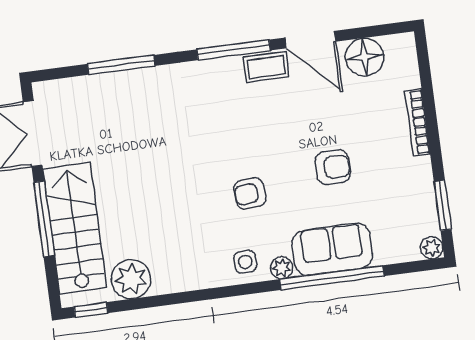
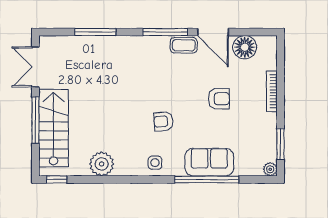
armchair: (333, 167) -> (219, 99), moved
plant: (282, 268) -> (177, 169), removed
plant: (131, 279) -> (102, 164), moved

